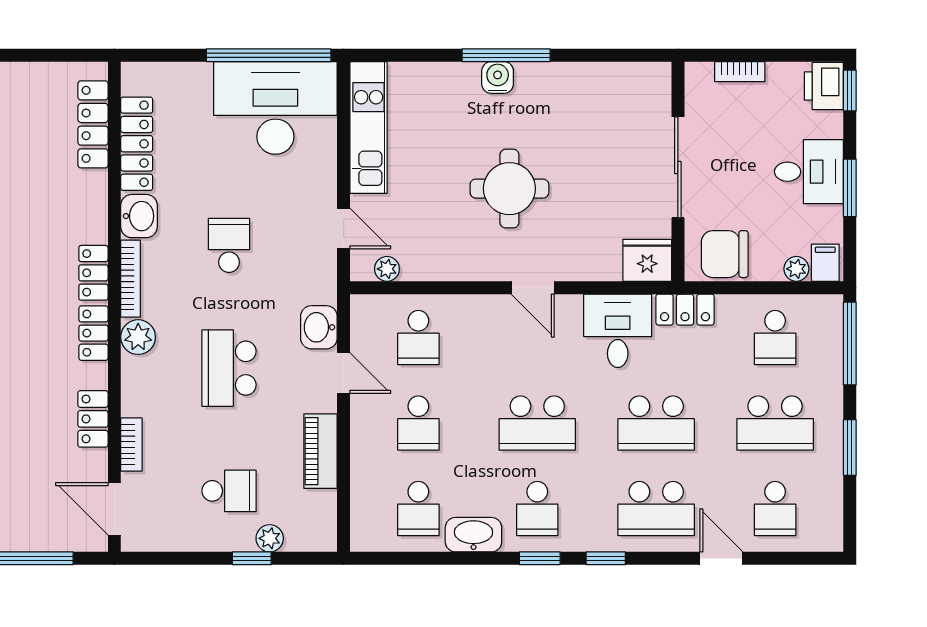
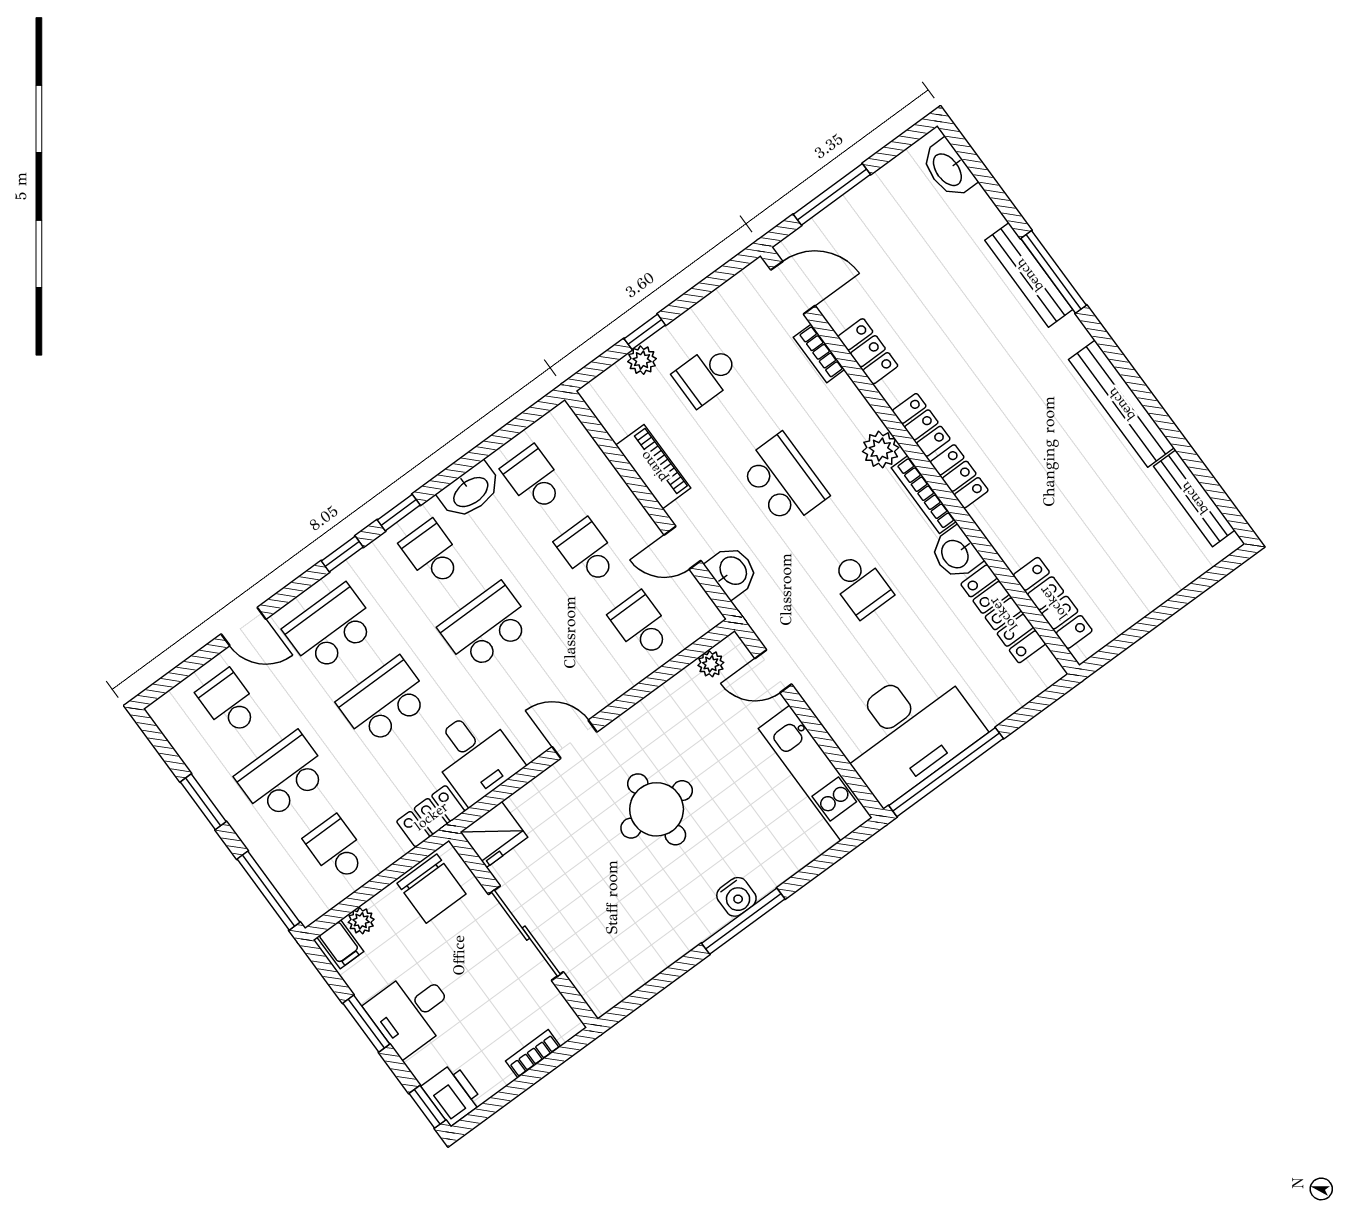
chair: (725, 254) -> (432, 889), turned 90

